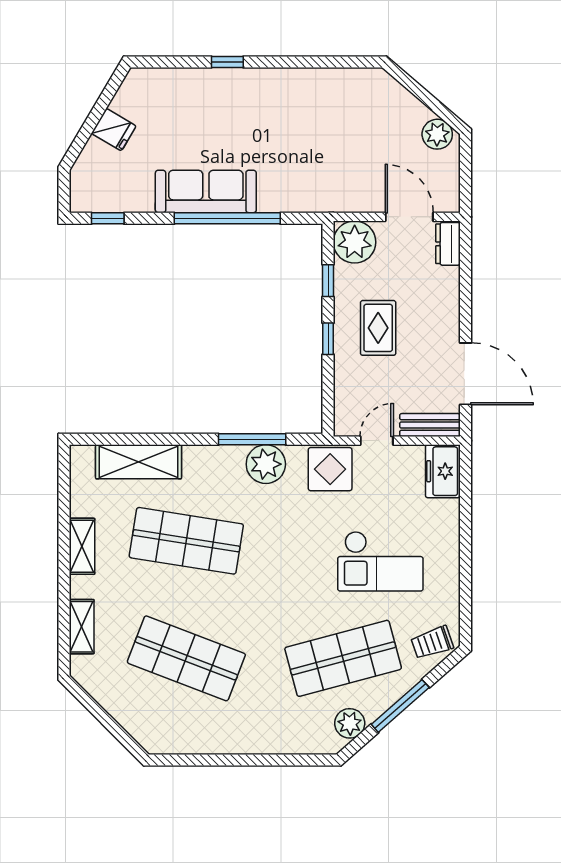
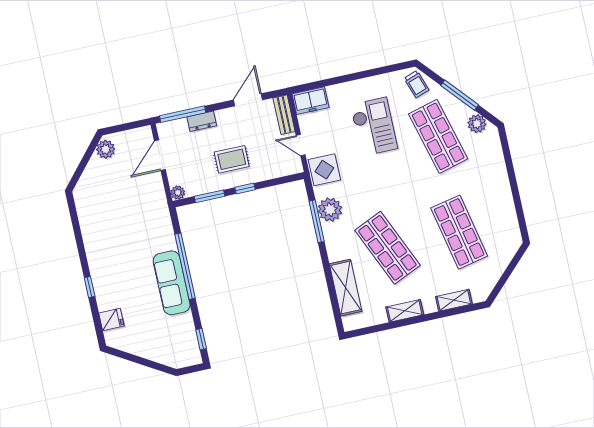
fridge: (114, 130) -> (111, 319), moved, turned 59
plant: (355, 242) -> (178, 193), width x0.53, depth x0.53
dresser: (448, 244) -> (202, 121), moved
window: (465, 267) -> (183, 114), added
window: (328, 281) -> (210, 196), width x1.50
door: (465, 374) -> (248, 100), width x0.73
shop shelf: (186, 541) -> (387, 248), turned -33
shop shelf: (186, 658) -> (459, 232), turned -33

